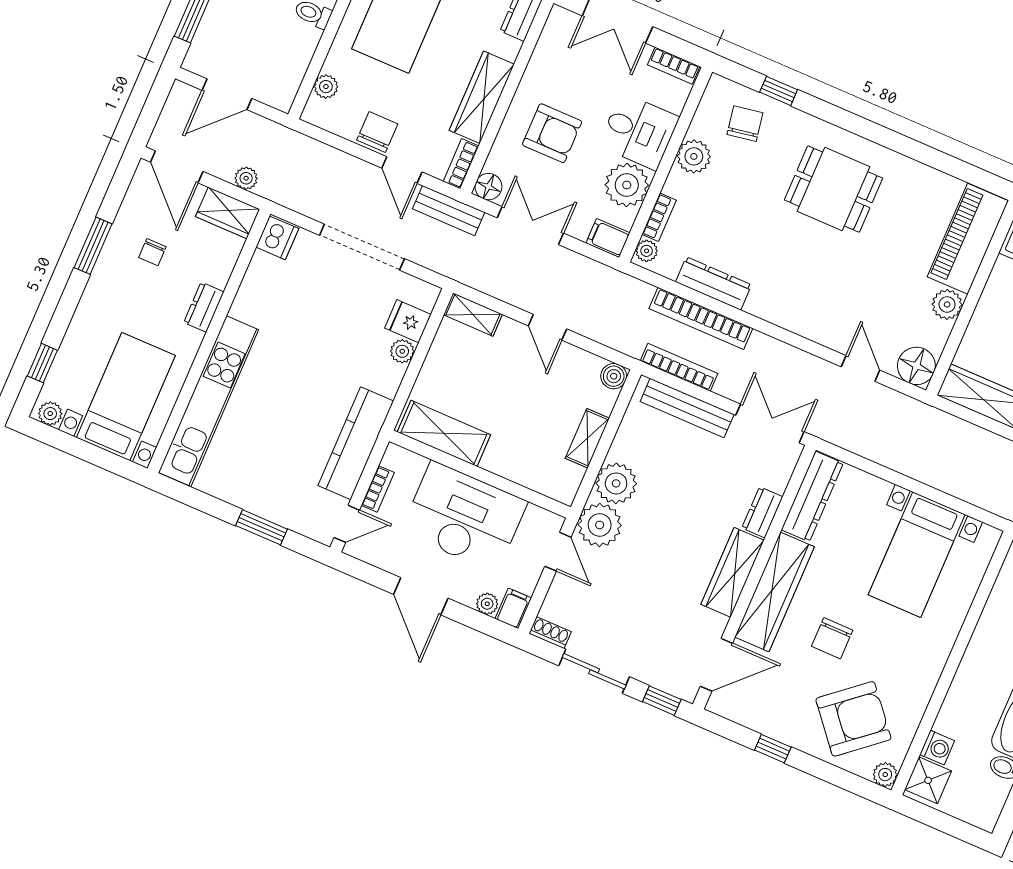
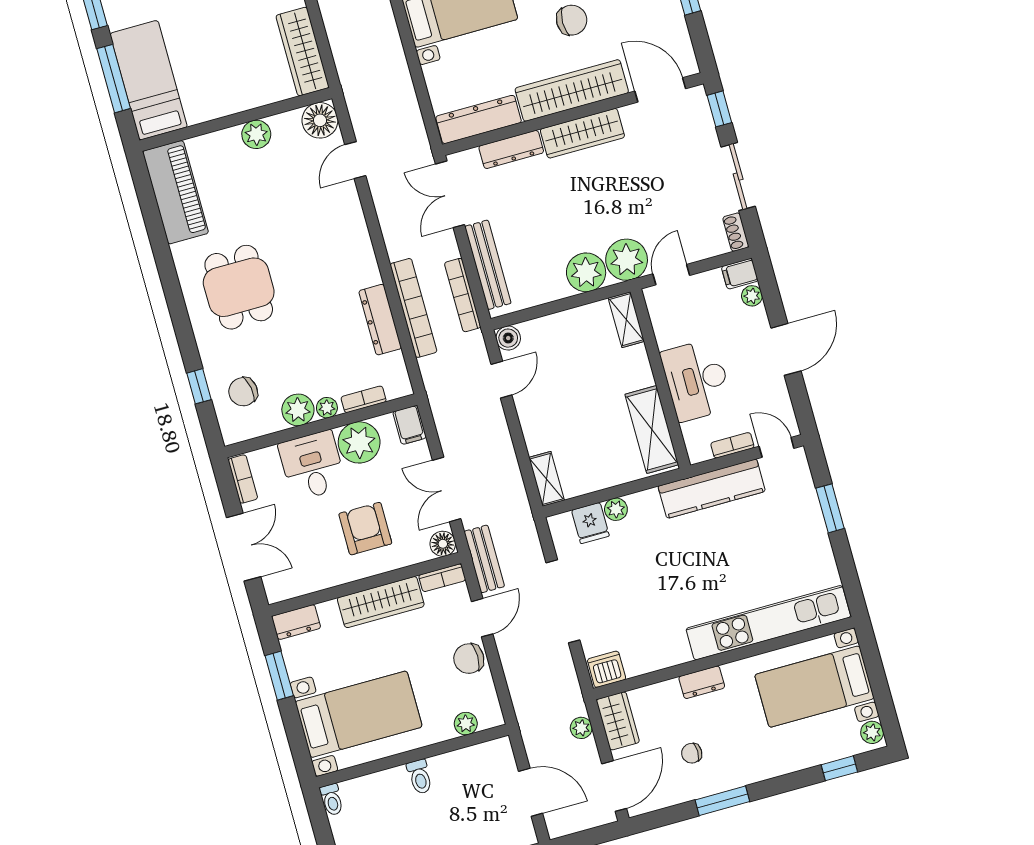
piano: (968, 239) -> (176, 192), moved, turned -90
plant: (647, 251) -> (327, 408), moved
chair: (152, 252) -> (692, 753), turned 180
door: (548, 327) -> (501, 380), moved
shelving: (587, 438) -> (626, 320), moved, turned 90
dresser: (762, 512) -> (511, 149), width x1.44
desk: (464, 517) -> (697, 380), width x0.73, depth x0.77

